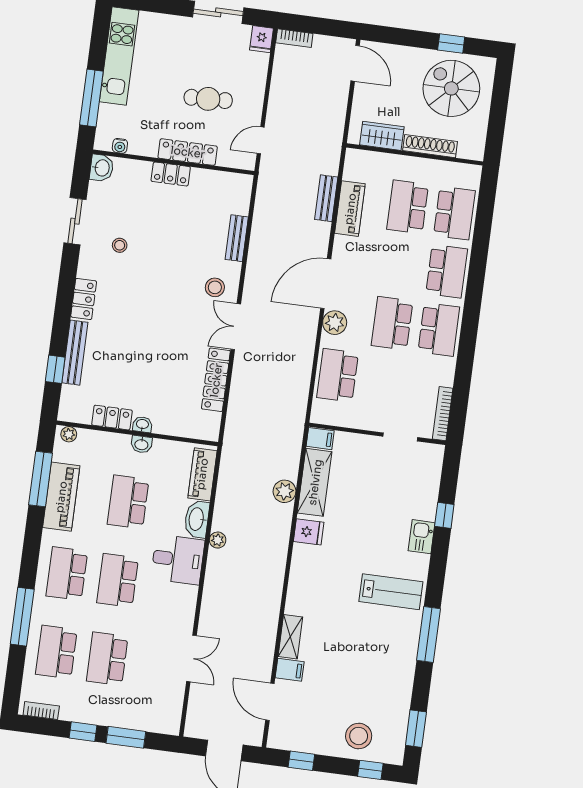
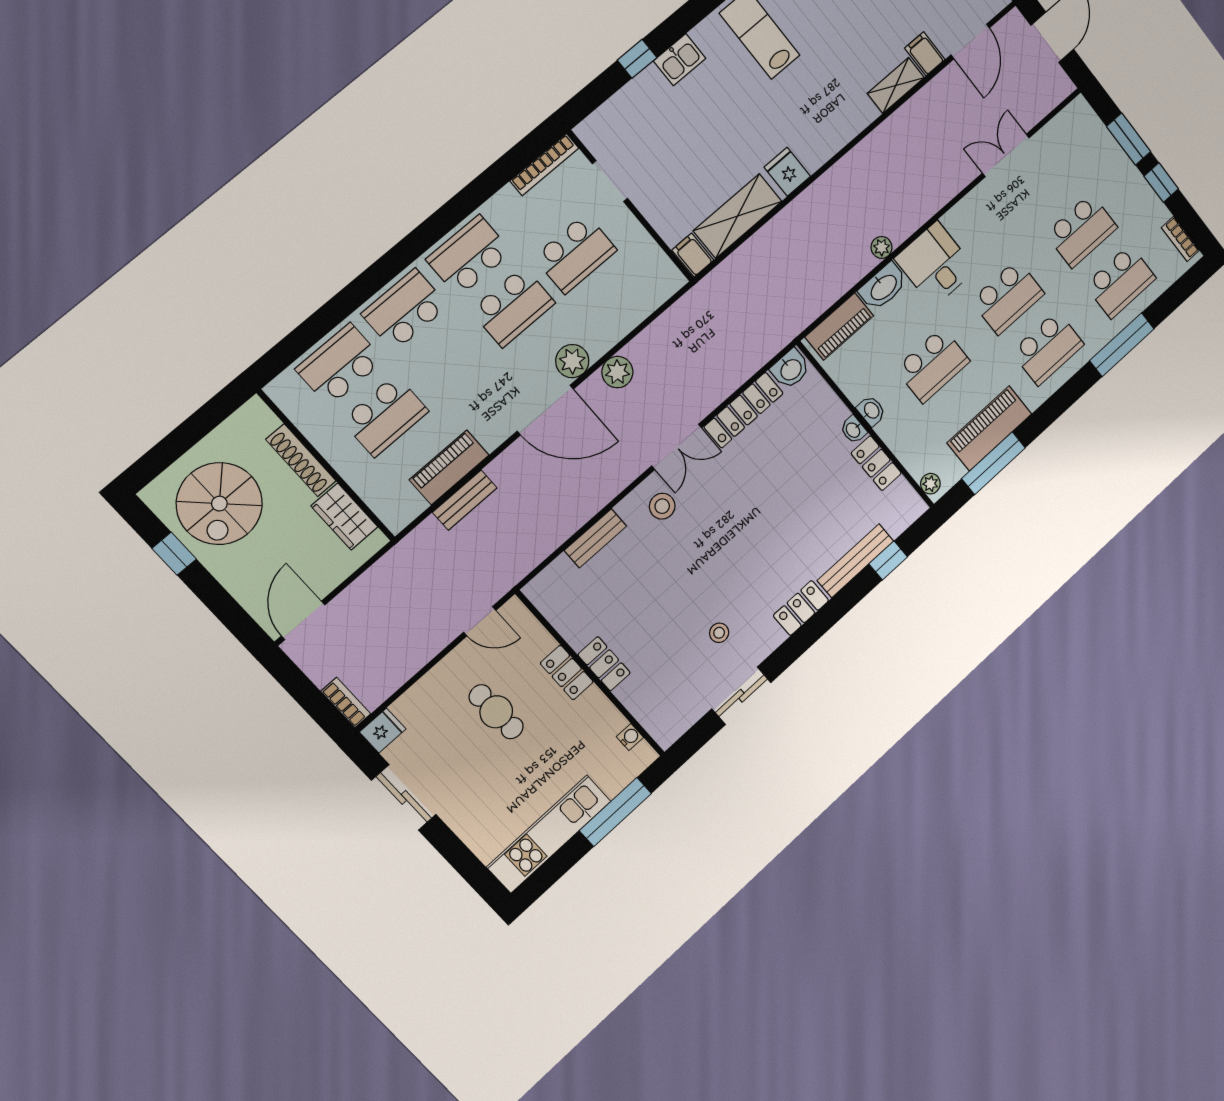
locker: (188, 152) -> (567, 673), width x0.66
washbasin: (102, 168) -> (791, 369), moved, turned 180
school desk: (338, 375) -> (575, 254), moved
plant: (284, 491) -> (617, 372), moved

